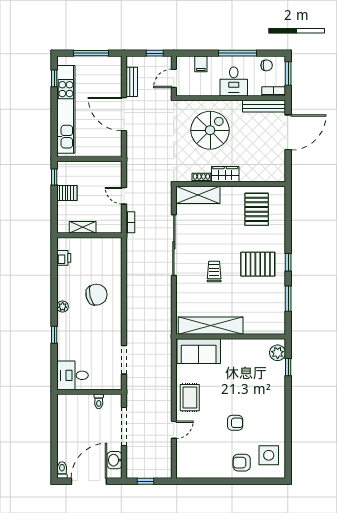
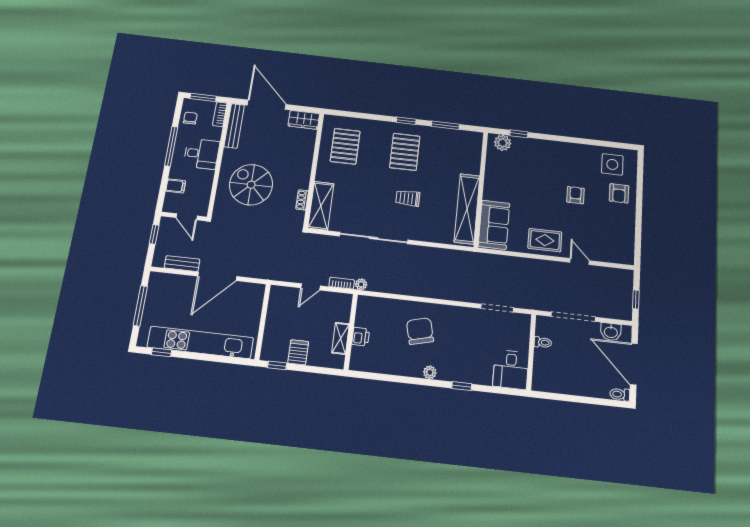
wardrobe: (225, 174) -> (304, 120), moved, turned -90
pallet: (257, 209) -> (345, 146), turned 90
plant: (131, 239) -> (361, 284), added
printer: (64, 258) -> (361, 337), moved, turned 90

